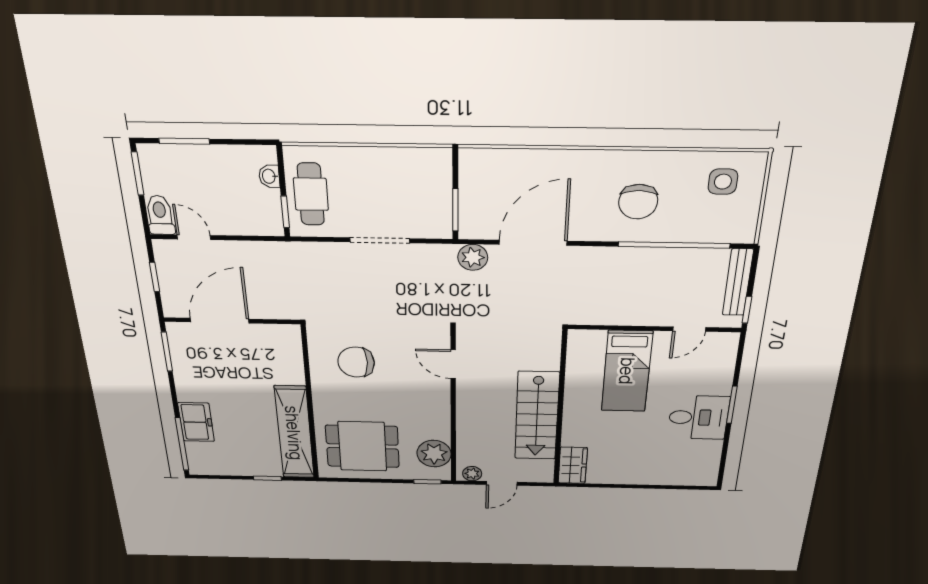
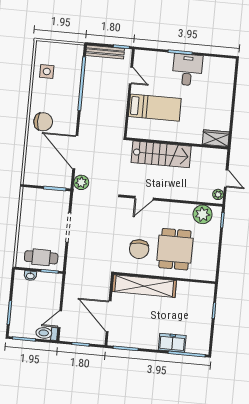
side table: (723, 182) -> (47, 71), moved
chair: (638, 202) -> (43, 122), moved
stairs: (537, 416) -> (161, 154), moved
shelving: (294, 433) -> (144, 286), moved
dining table: (362, 446) -> (175, 249), moved

